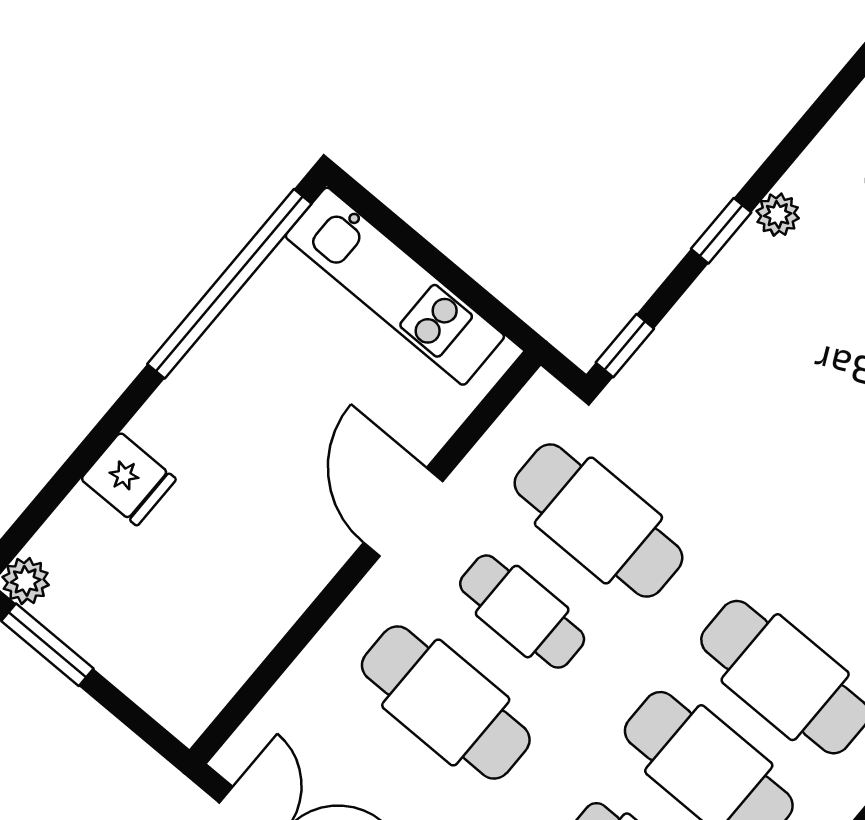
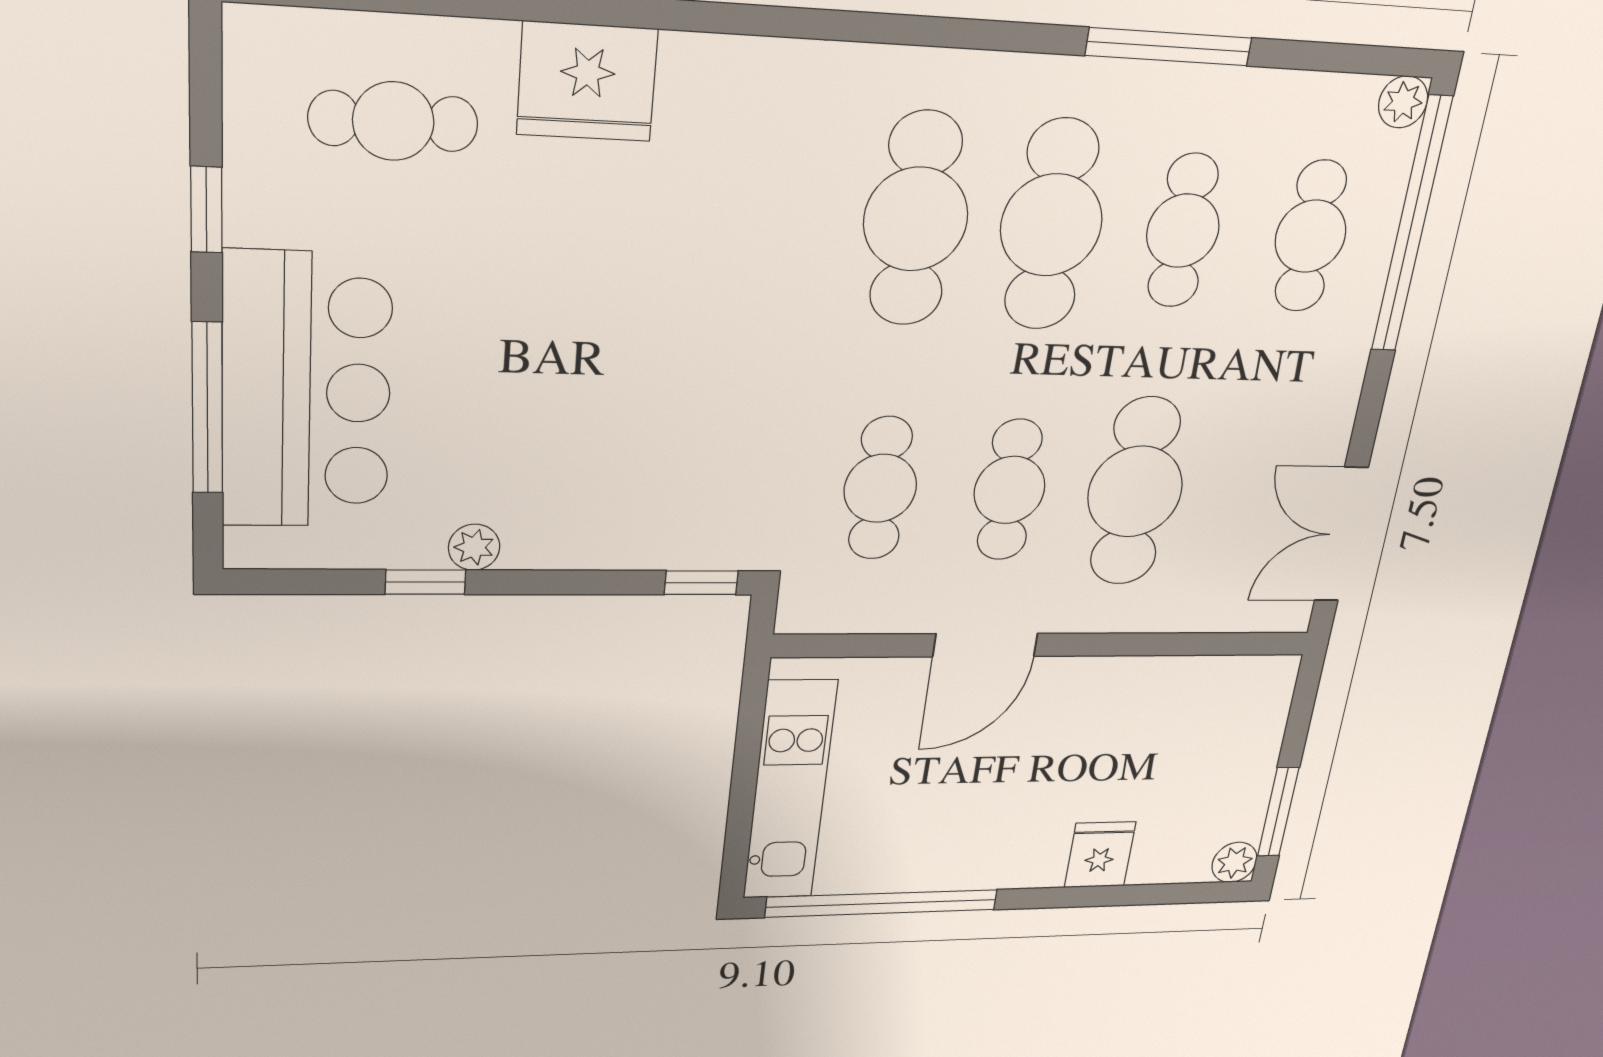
window: (721, 231) -> (425, 582), moved
cafe table: (598, 521) -> (880, 488), width x0.73, depth x0.74

